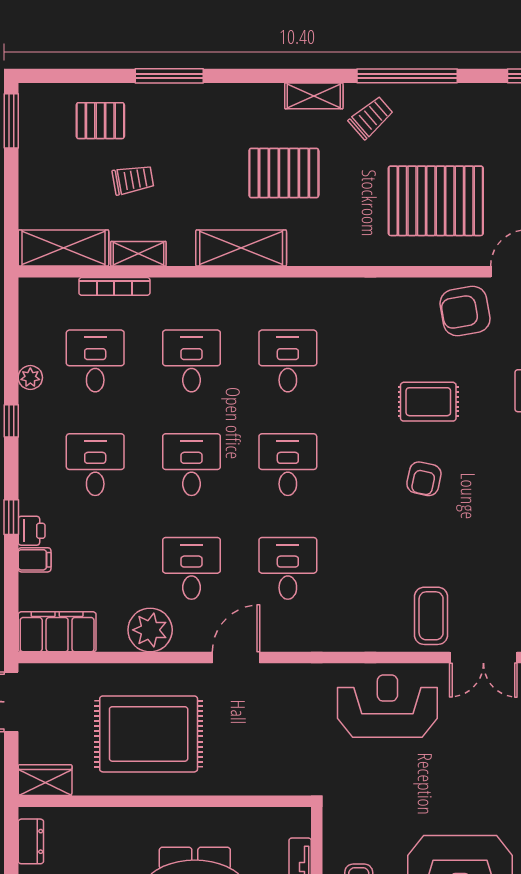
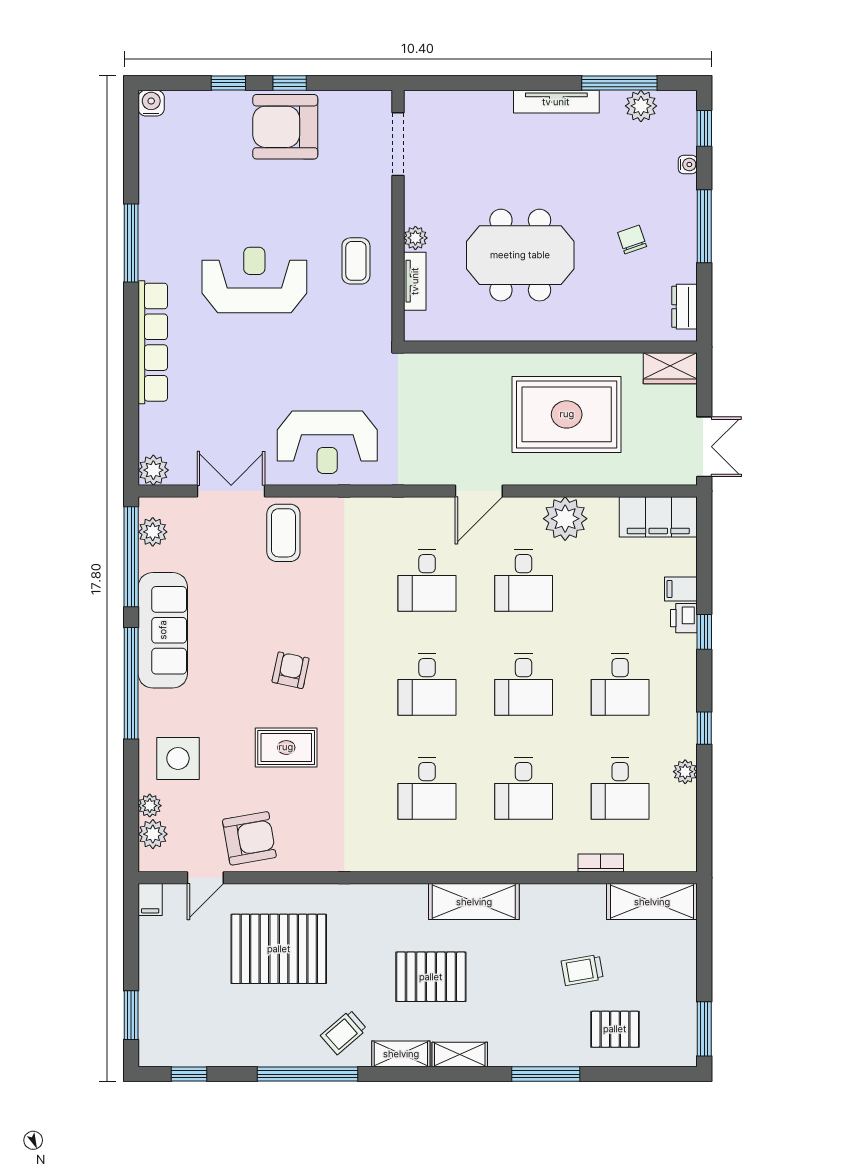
shelving: (138, 254) -> (460, 1055), moved
bookcase: (114, 286) -> (601, 863), width x0.64

